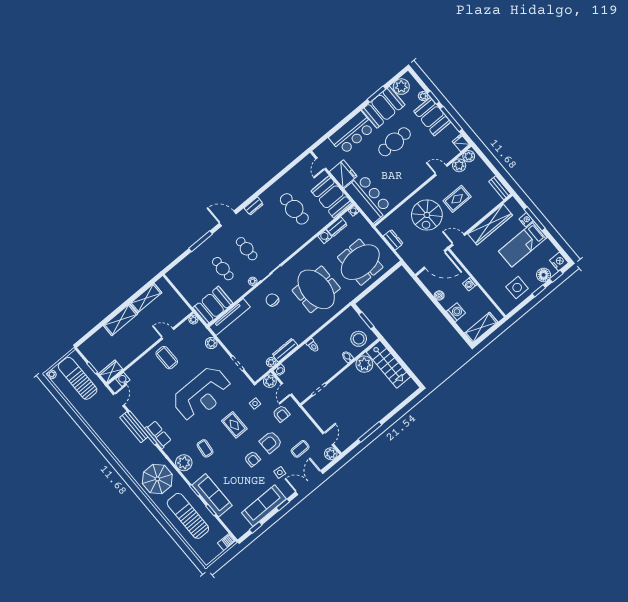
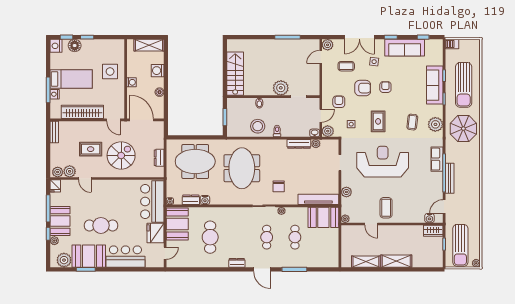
side table: (517, 288) -> (110, 71), moved
stool: (359, 339) -> (258, 126), moved
plant: (364, 364) -> (281, 88), moved

